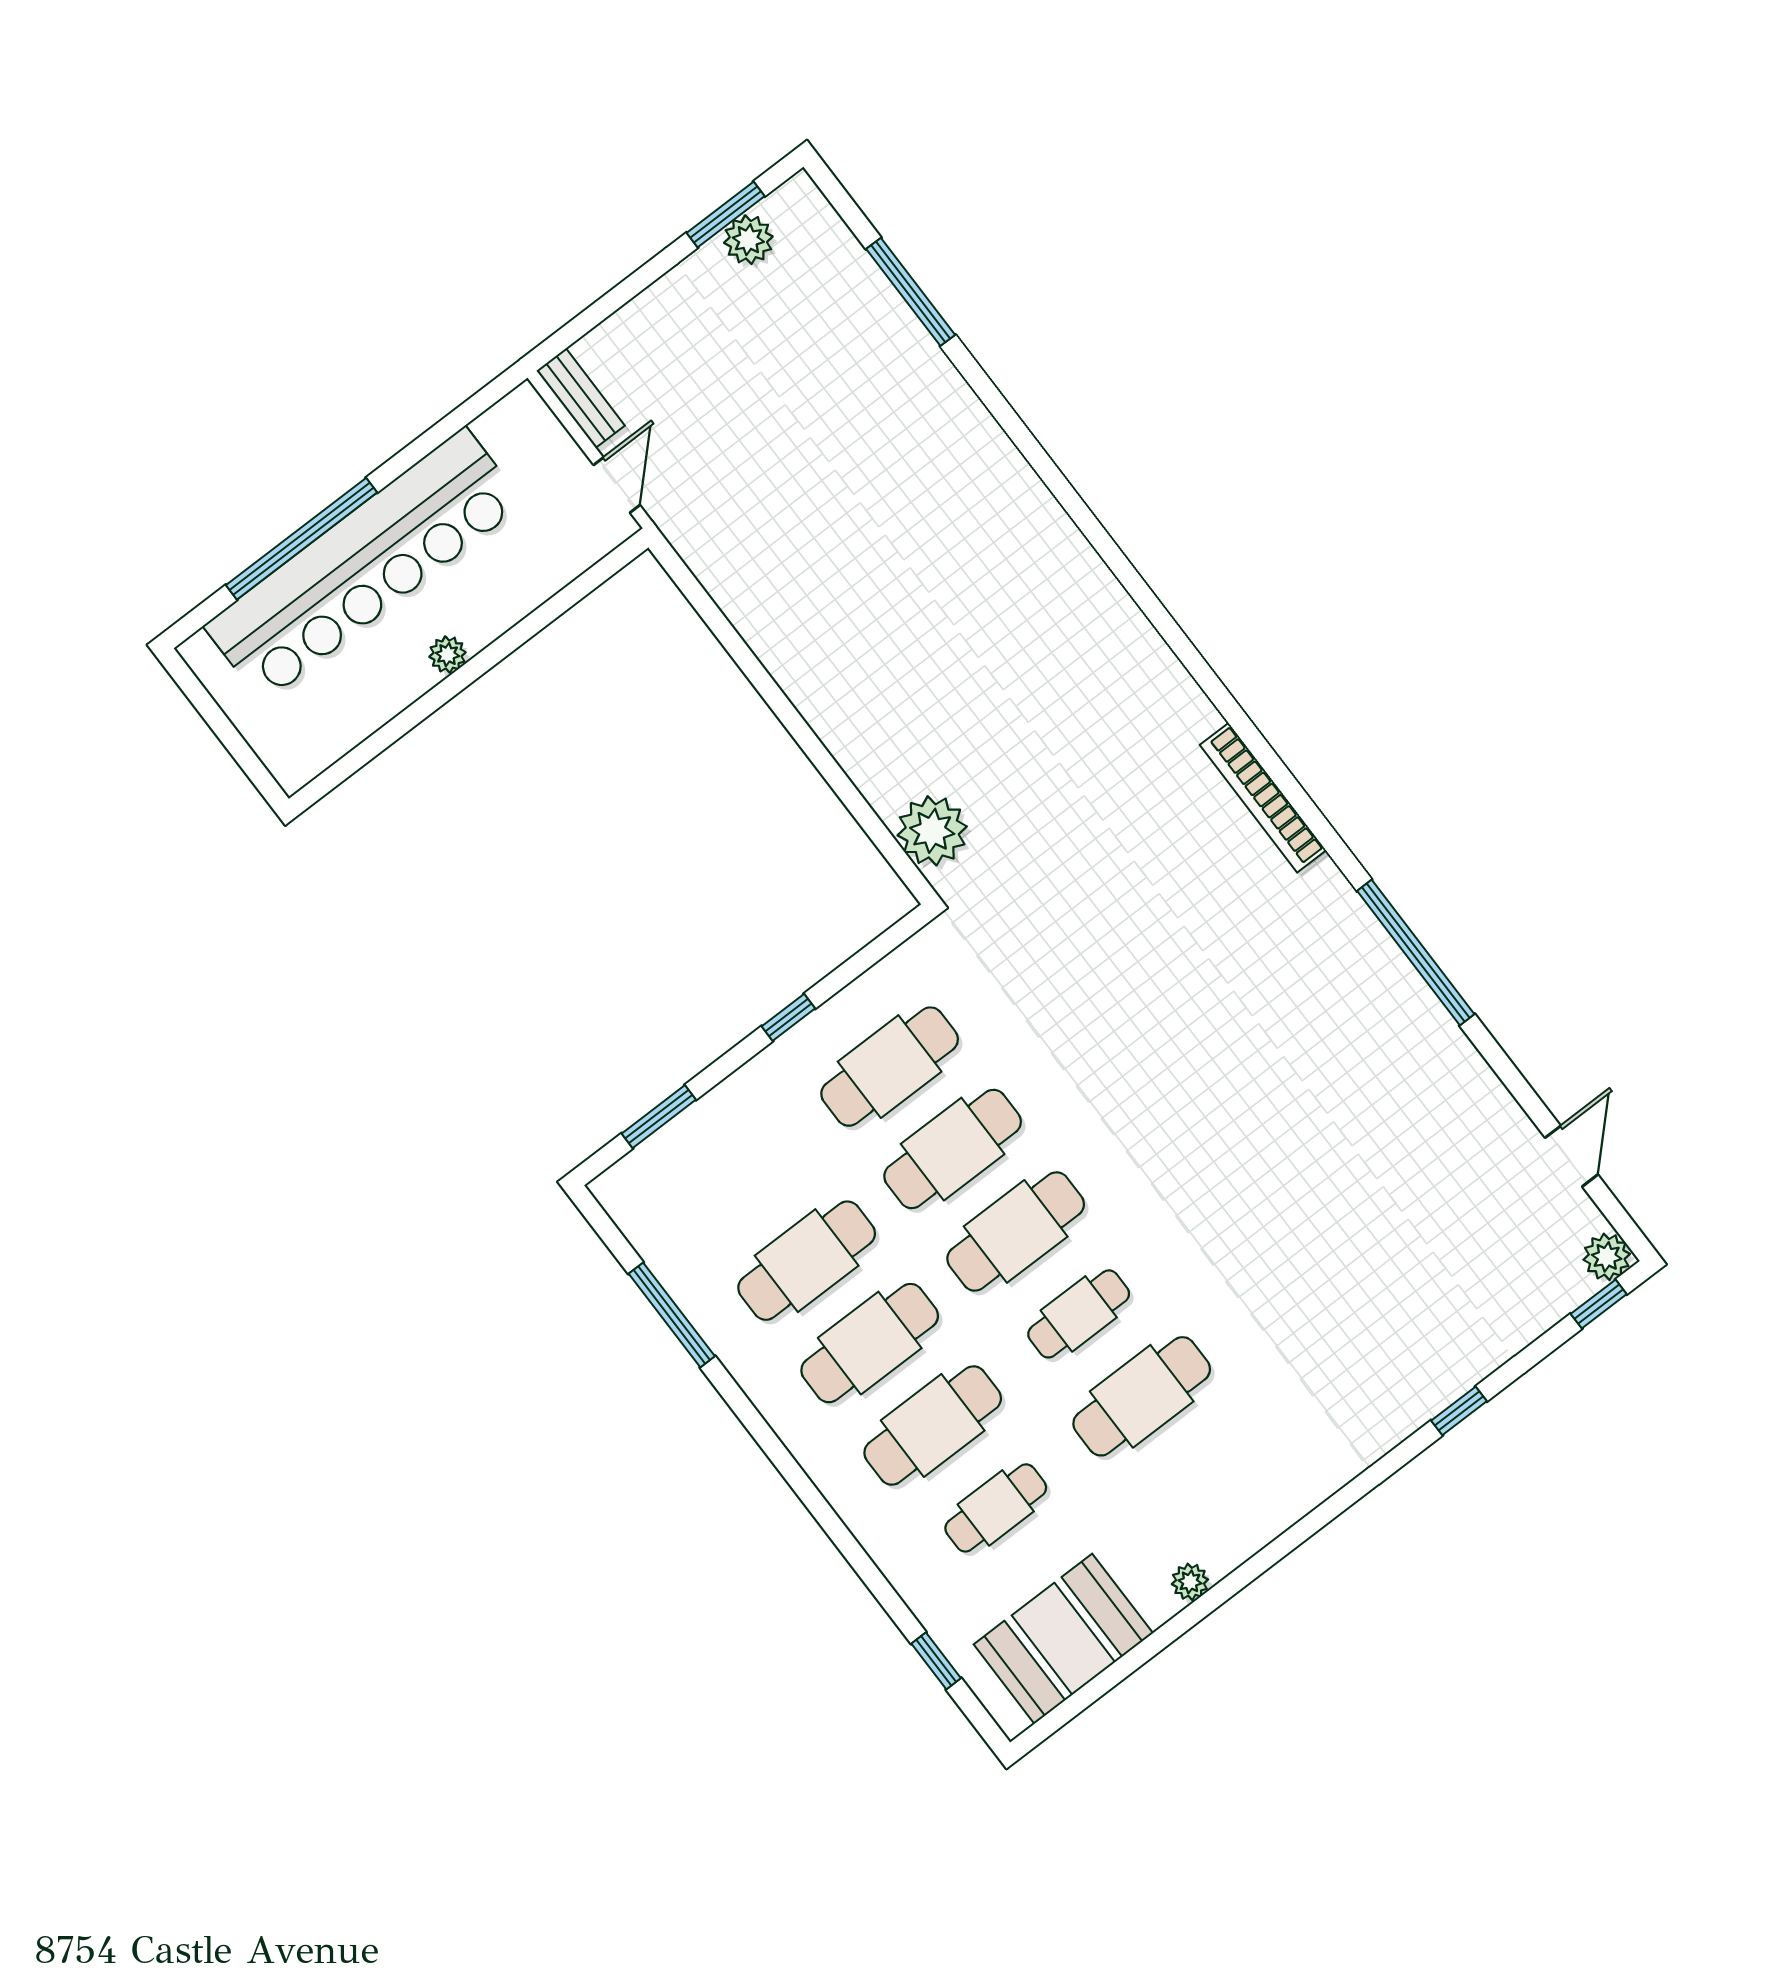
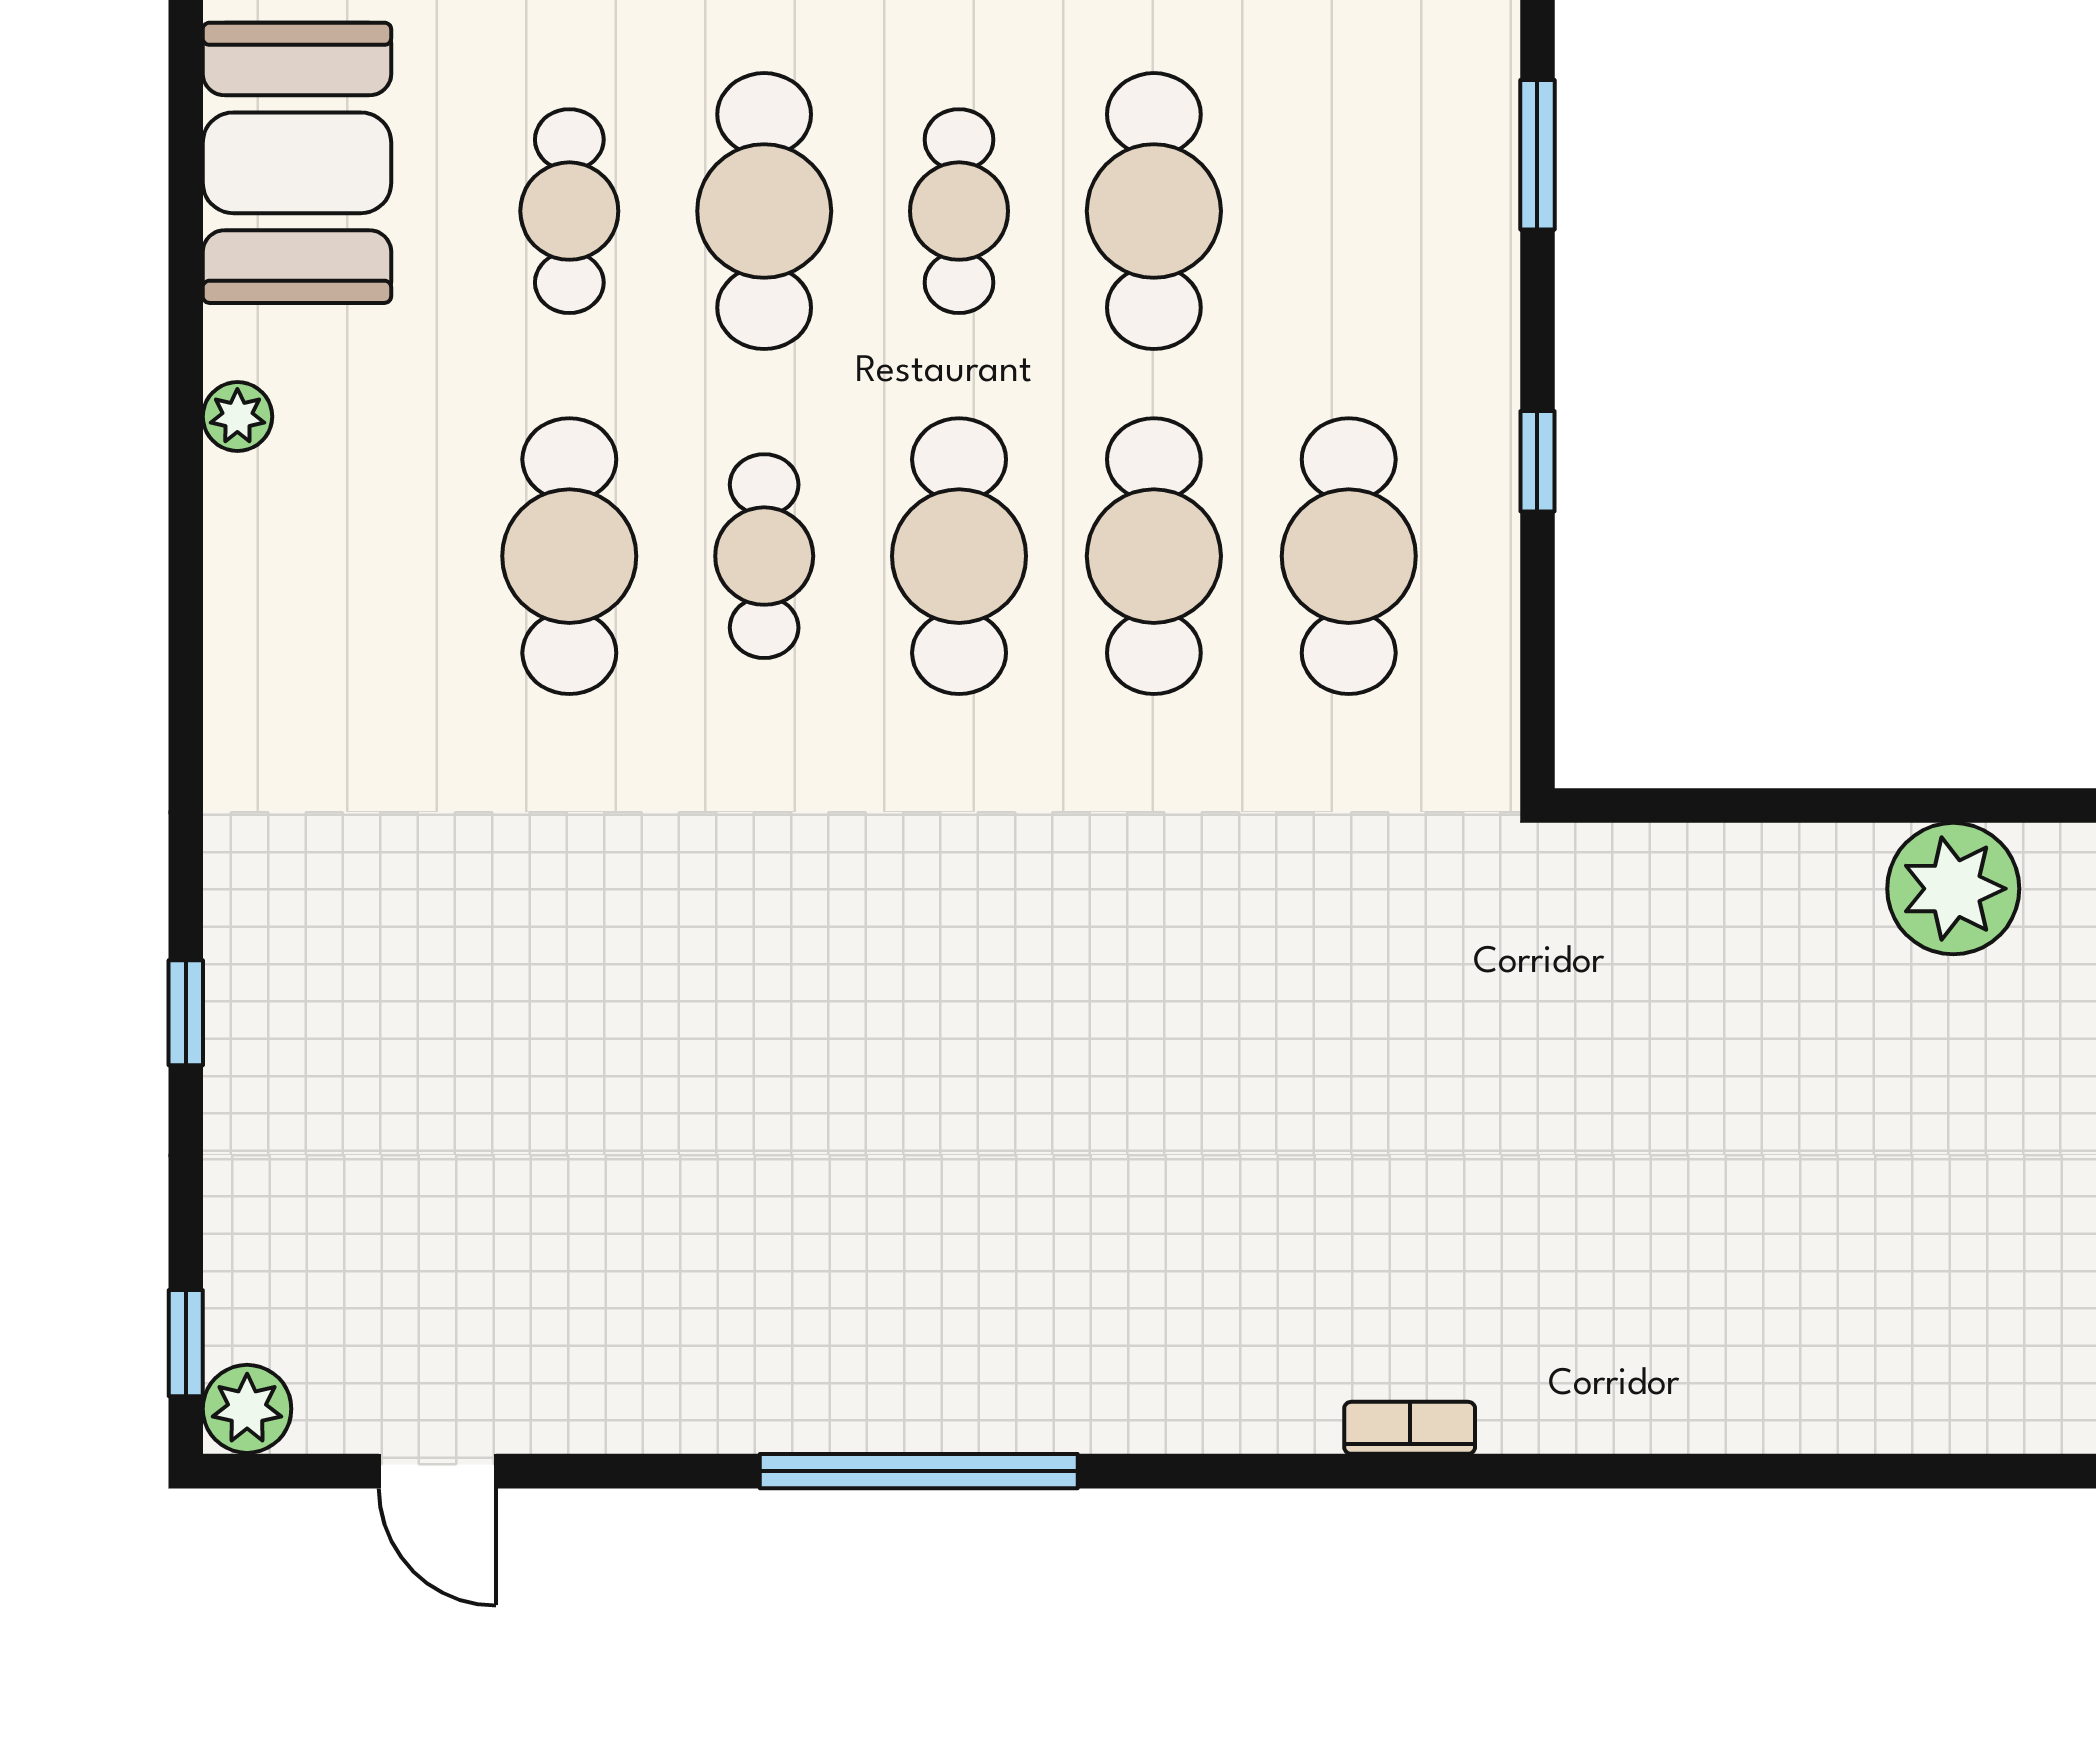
bookcase: (1263, 798) -> (1410, 1428), width x0.43, depth x0.76
plant: (932, 831) -> (1953, 889), moved
cafe table: (870, 1343) -> (959, 211), width x0.73, depth x0.74

